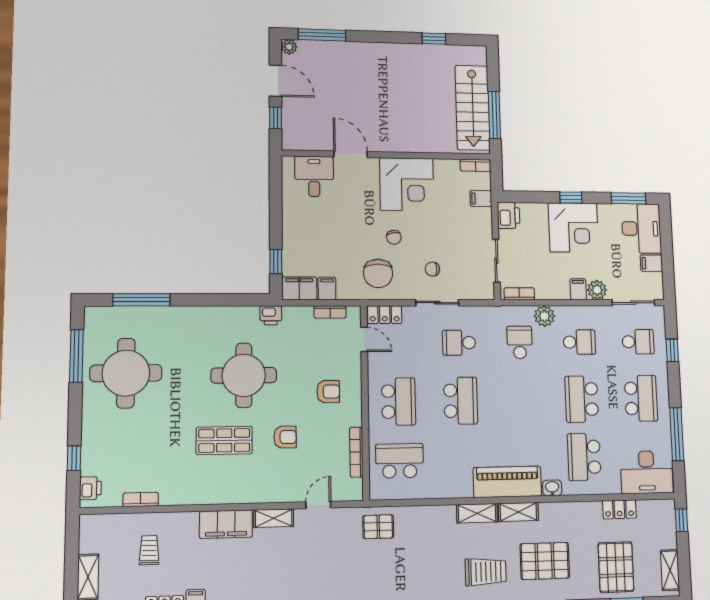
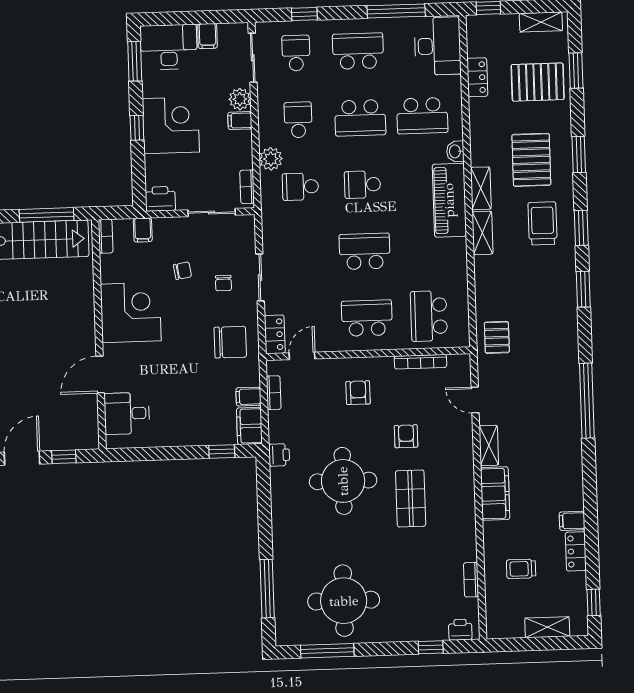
chair: (394, 237) -> (182, 271), moved
school desk: (459, 343) -> (362, 185), moved, turned 90

